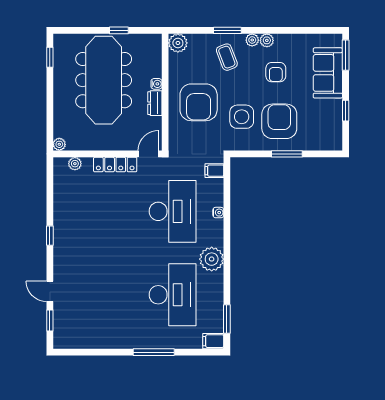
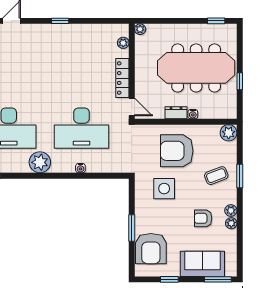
plant: (252, 40) -> (231, 223), moved
armchair: (279, 121) -> (151, 249), moved, turned 90
filing cabinet: (214, 171) -> (117, 165), removed

